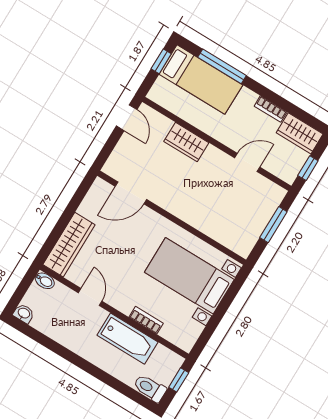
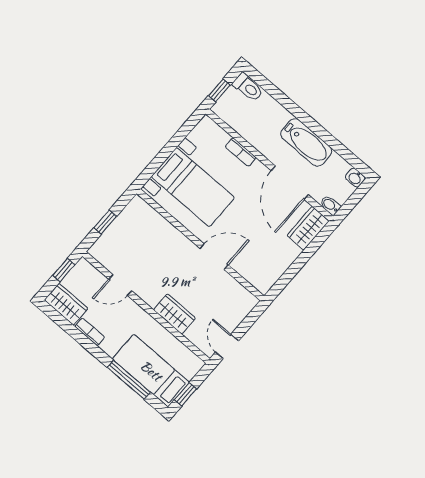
door: (131, 193) -> (214, 257), moved
window: (273, 225) -> (105, 222), width x0.67
wardrobe: (69, 245) -> (308, 228), width x0.67
door: (90, 297) -> (290, 183), width x1.87
bathtub: (127, 339) -> (306, 142), moved, turned 180

